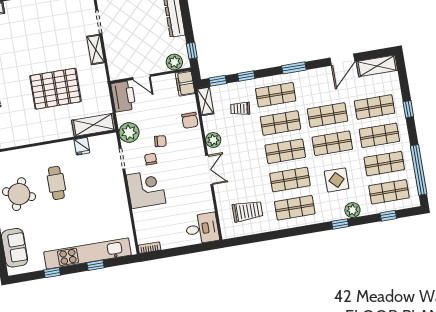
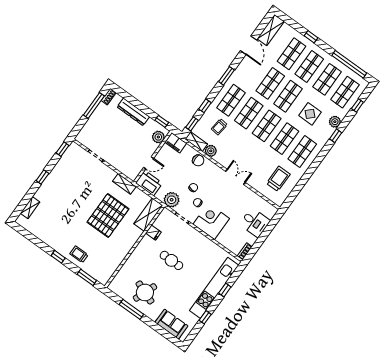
shelving: (96, 50) -> (124, 184), moved
plant: (213, 140) -> (211, 151), moved
cafe table: (56, 183) -> (171, 260), moved
desk: (202, 229) -> (255, 223), moved, turned 90

